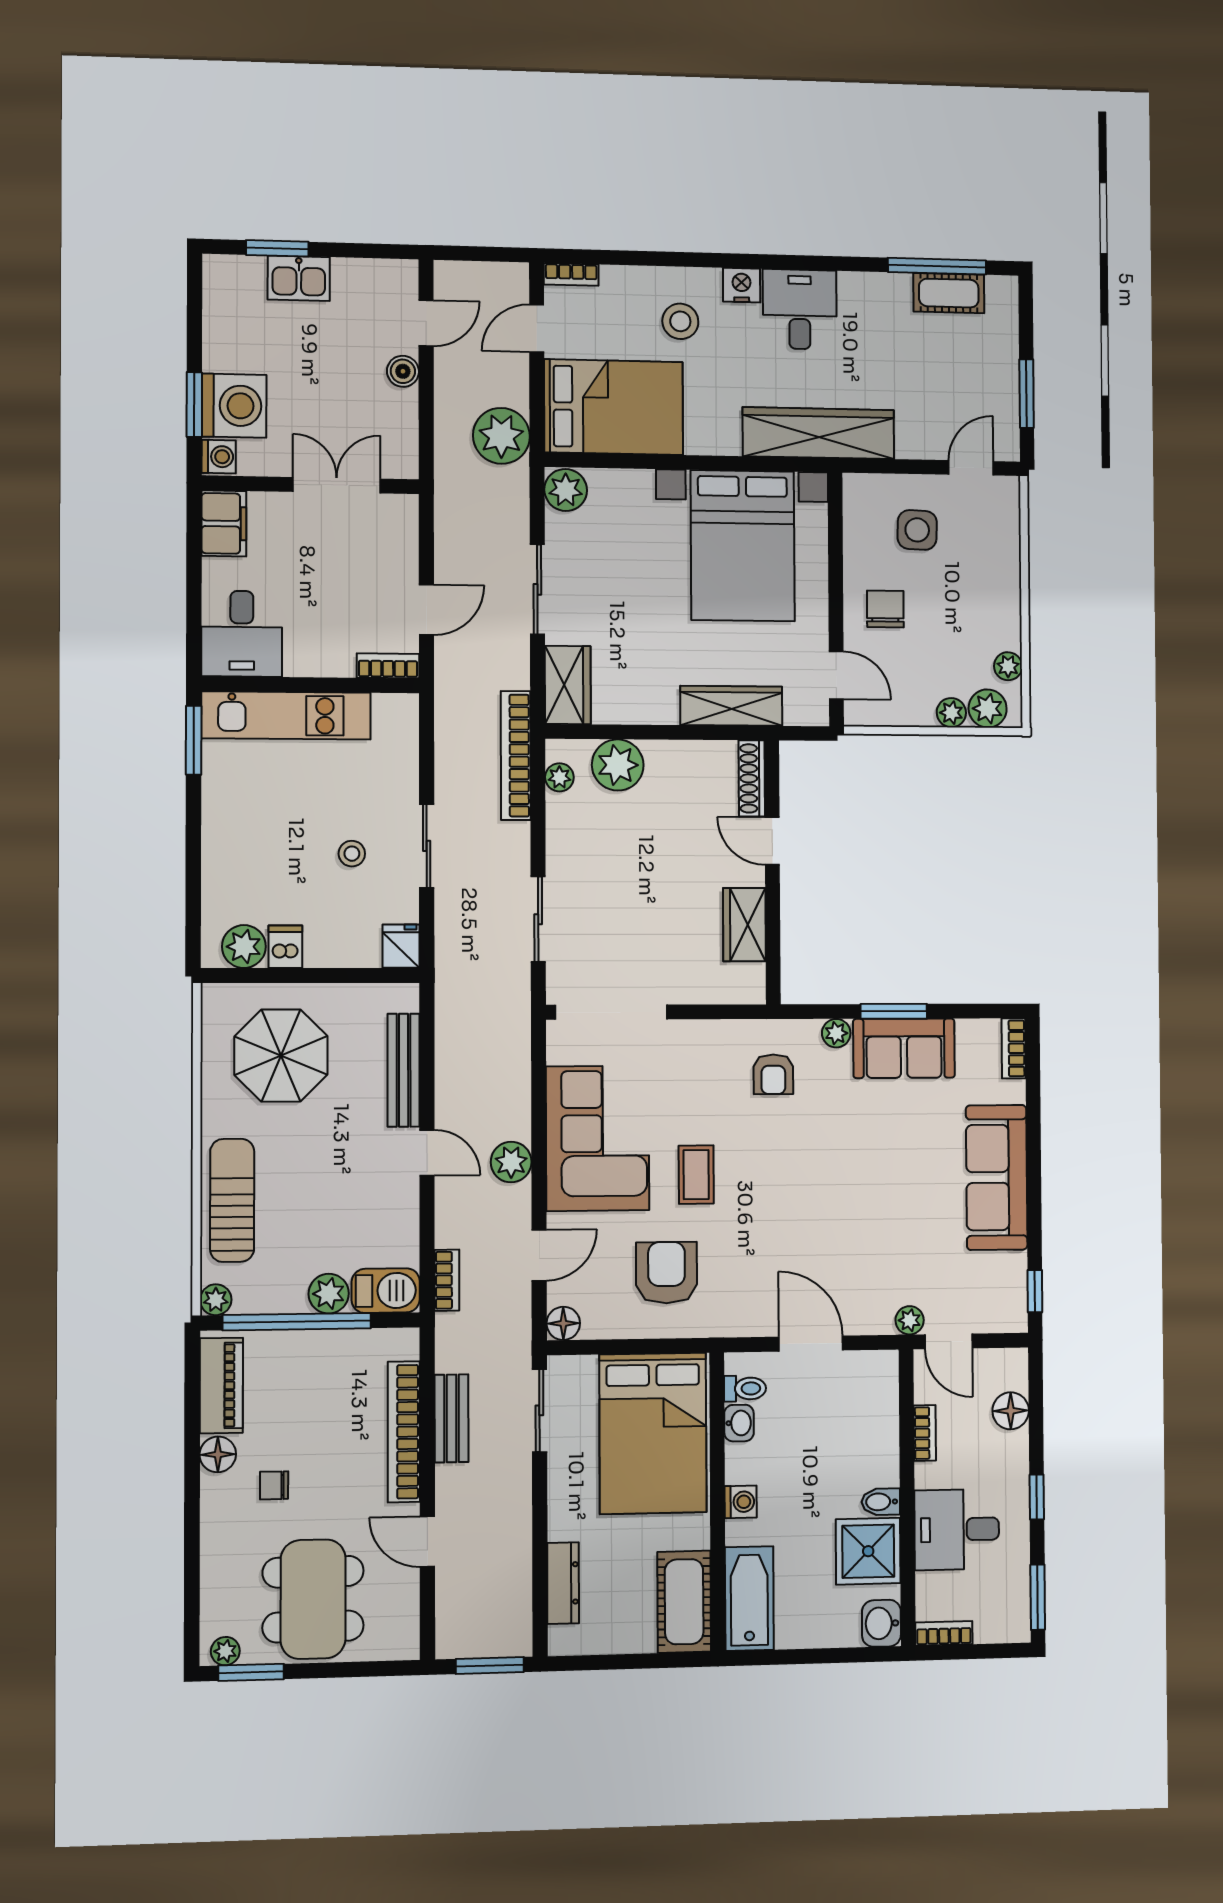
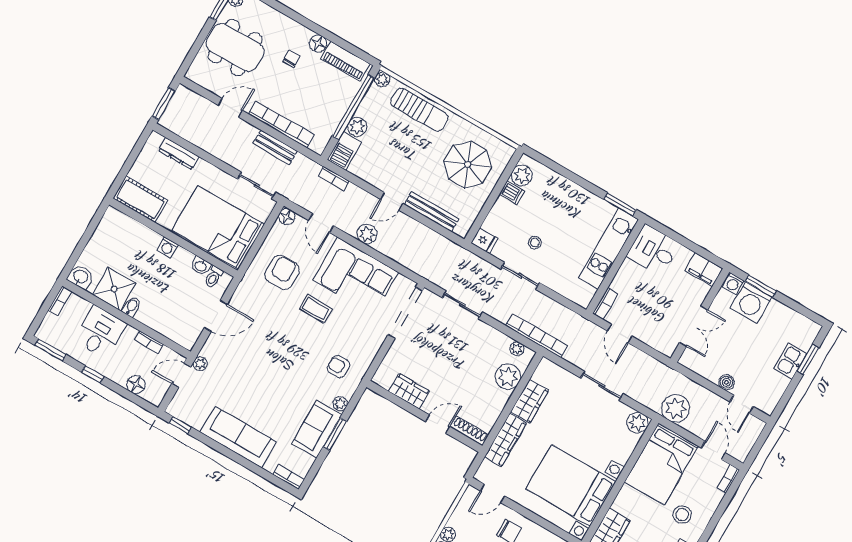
wardrobe: (568, 685) -> (530, 401), moved, turned -90
armchair: (667, 1273) -> (282, 272), turned -90
bathtub: (749, 1599) -> (125, 227), removed

